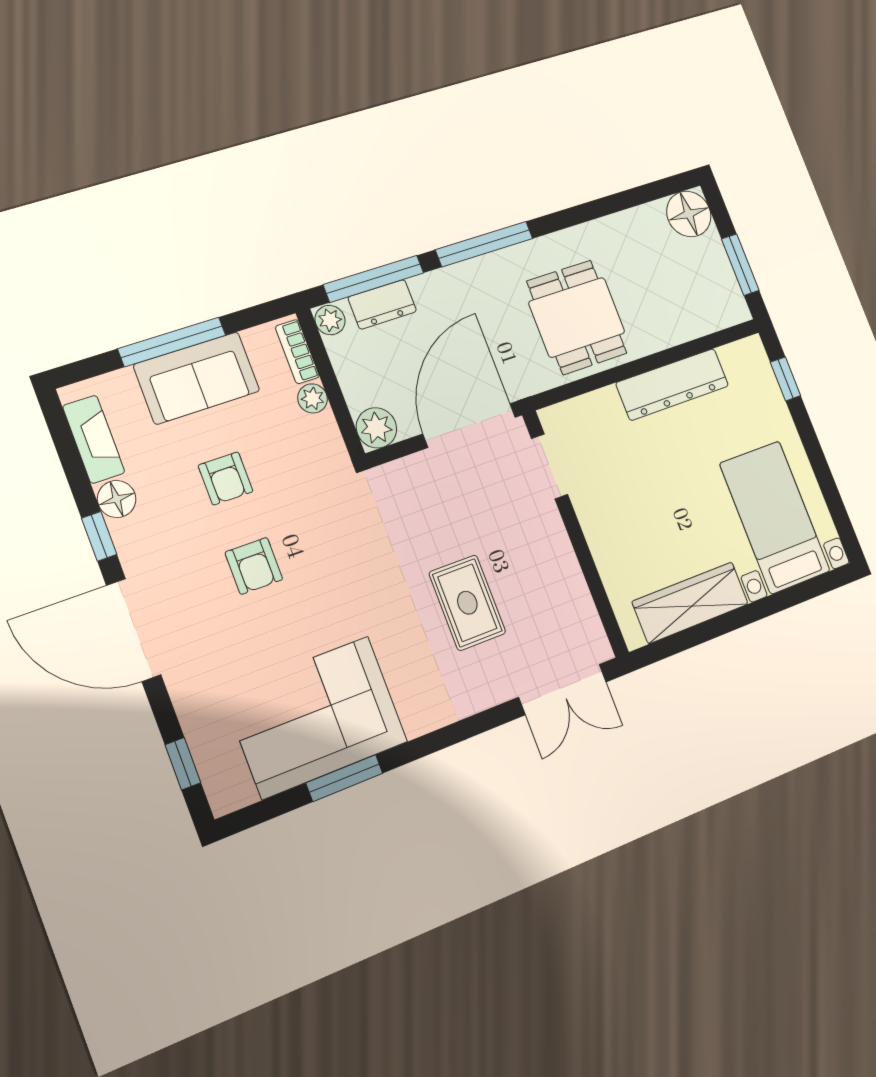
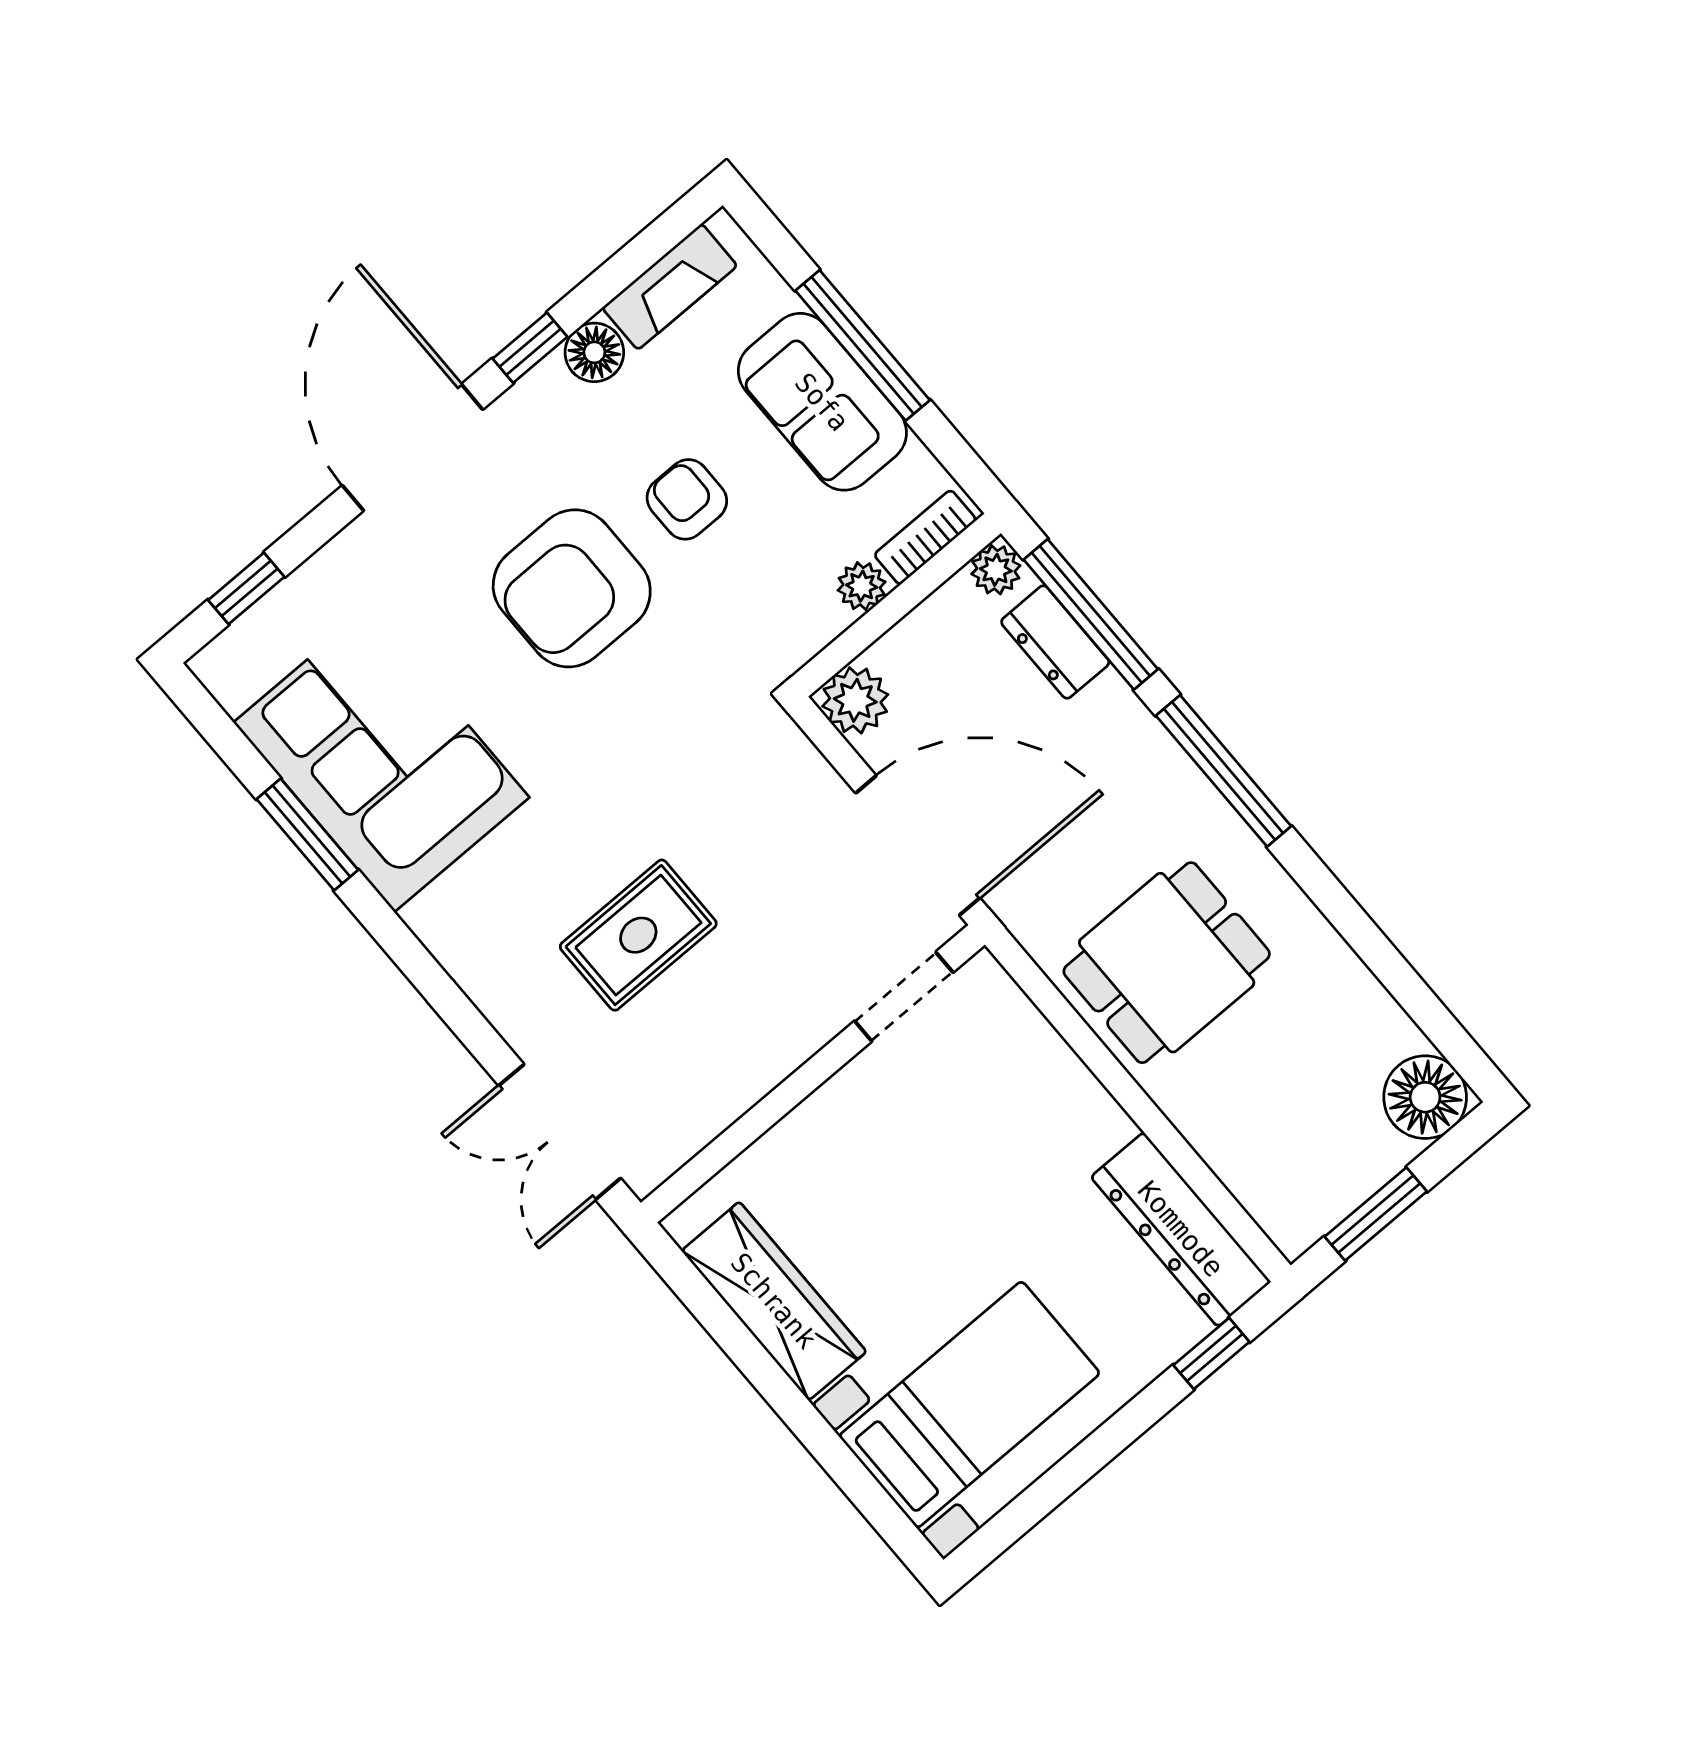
dresser: (672, 384) -> (1181, 1229), moved
armchair: (226, 478) -> (687, 499), turned 90
armchair: (254, 566) -> (572, 588), width x1.88, depth x1.88

